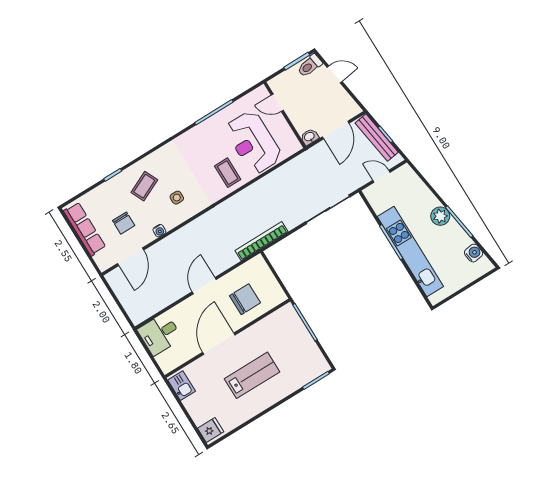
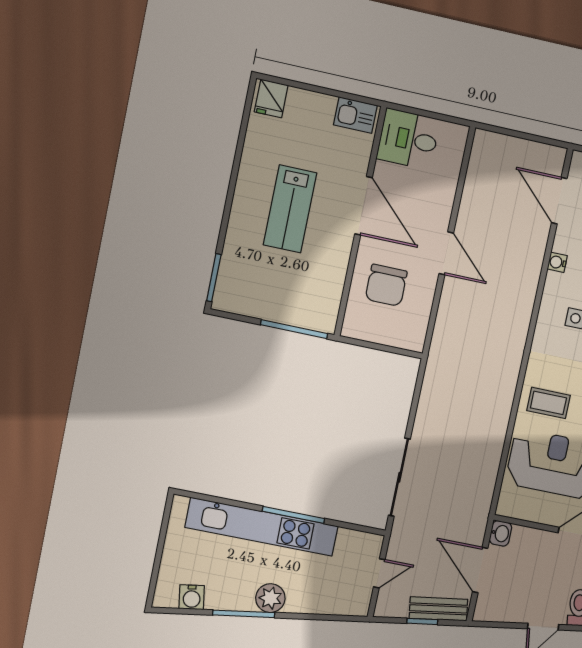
bench: (377, 138) -> (438, 609), width x0.73
bookcase: (261, 241) -> (435, 368), removed
desk: (160, 334) -> (408, 139), moved, turned -90

